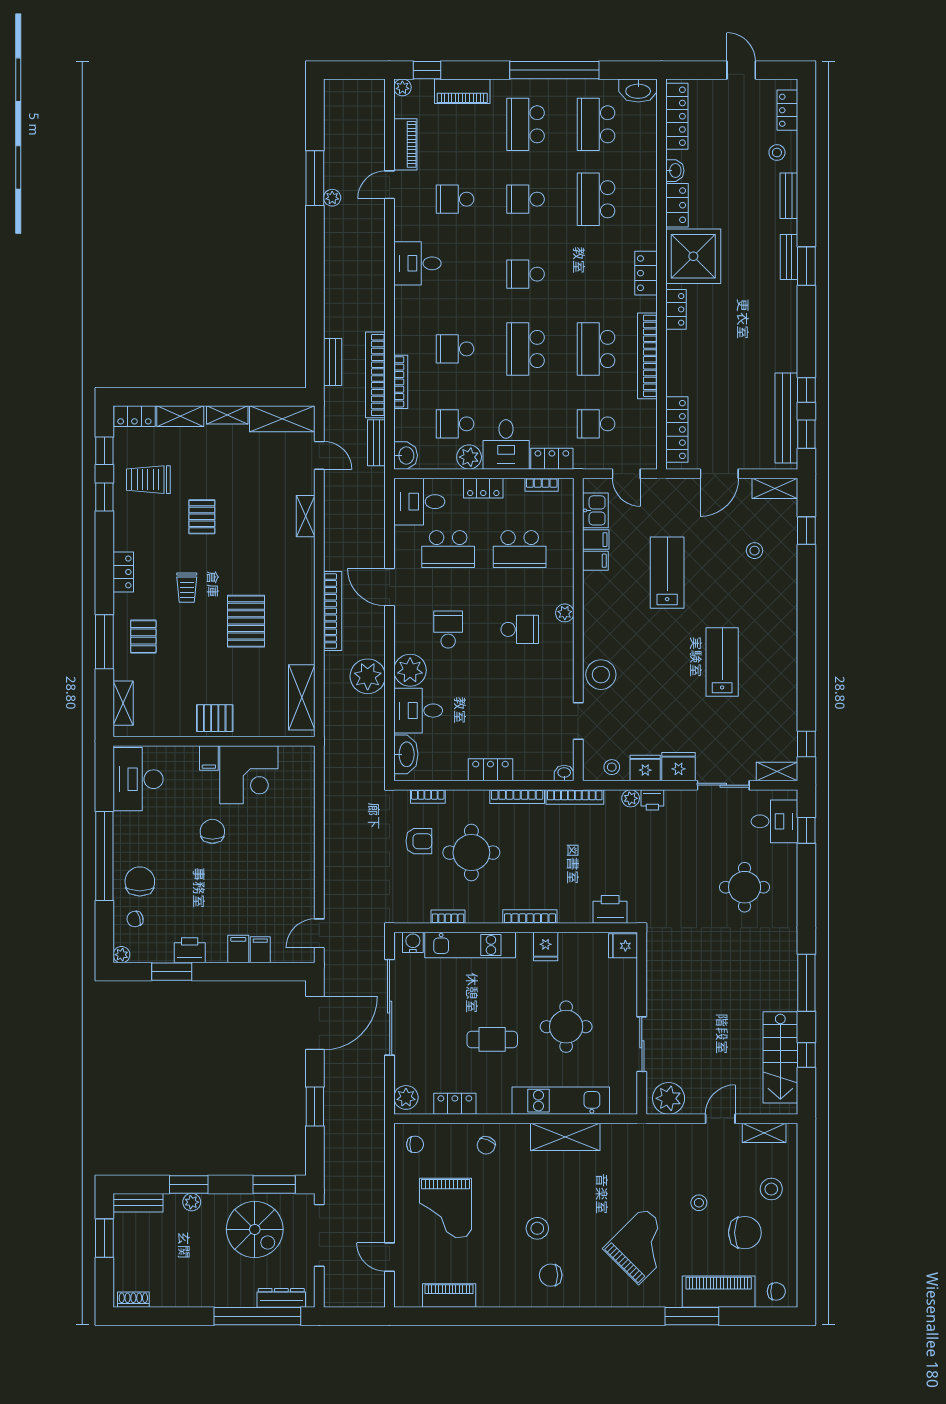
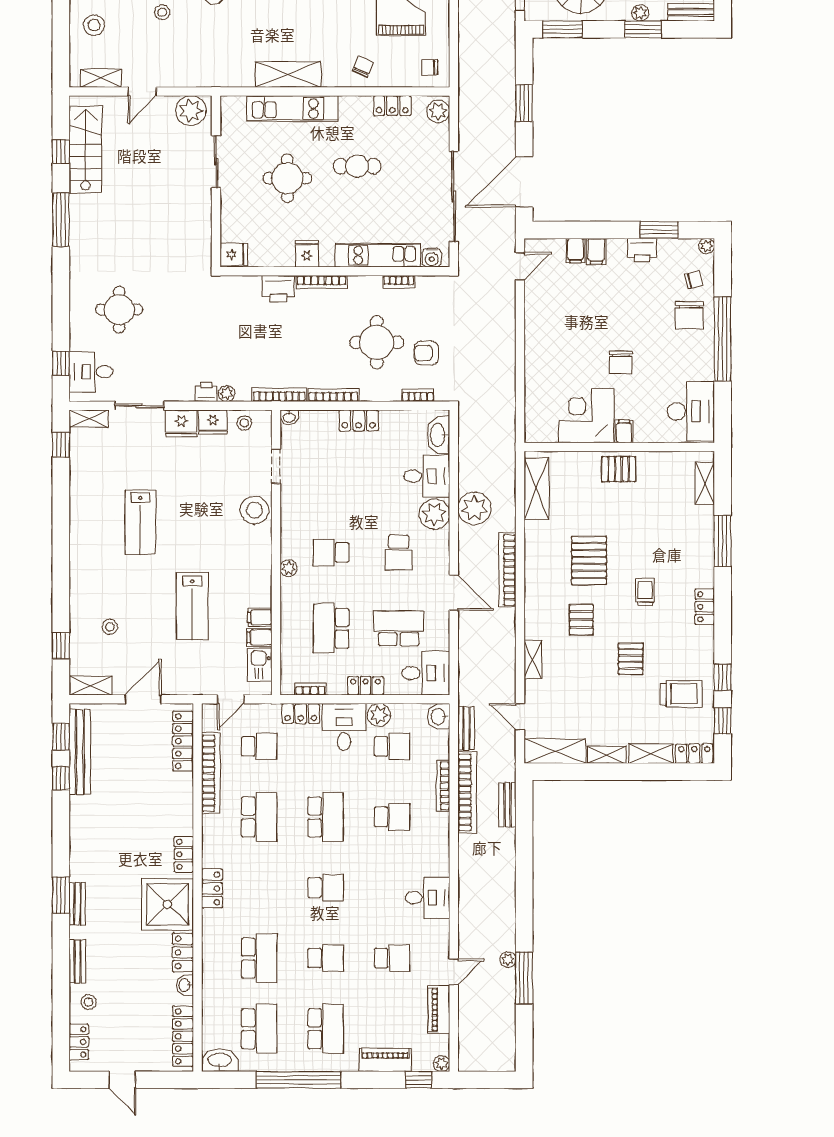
bookcase: (647, 356) -> (211, 773), moved
door: (626, 474) -> (231, 699), swing flipped
school desk: (520, 549) -> (331, 628), turned -90
pallet: (143, 637) -> (581, 620), moved
printer: (610, 909) -> (278, 289), moved

